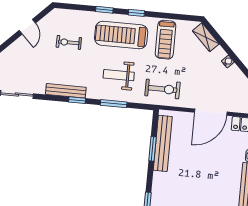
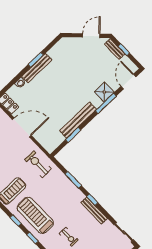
treadmill: (121, 35) -> (35, 215), turned 180
weight bench: (119, 75) -> (56, 194), removed
bench: (163, 143) -> (78, 120), moved

